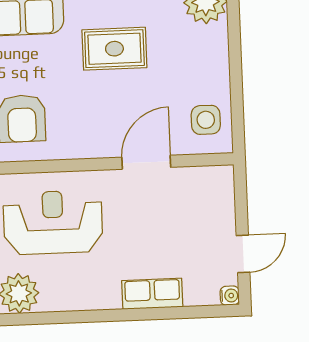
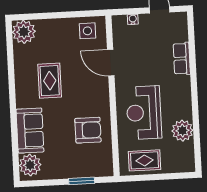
water cooler: (230, 296) -> (133, 19), moved

